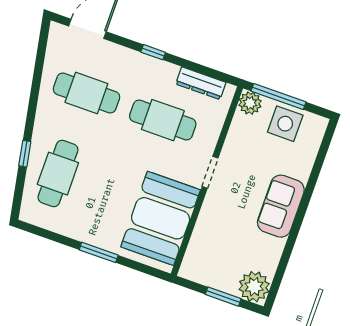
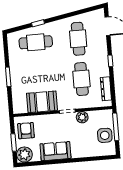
plant: (250, 103) -> (82, 117), moved
sofa: (281, 206) -> (55, 151), moved
booth: (161, 218) -> (42, 102), width x0.73, depth x0.70
armchair: (212, 264) -> (26, 131), added

